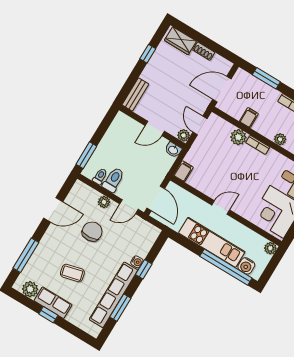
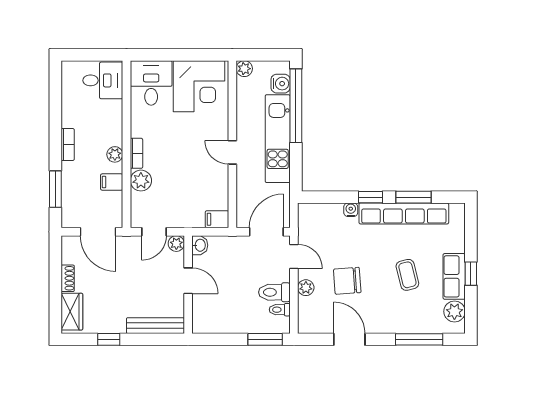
bench: (135, 94) -> (155, 326), width x1.36
plant: (280, 139) -> (115, 154), moved
window: (144, 269) -> (370, 197), moved

